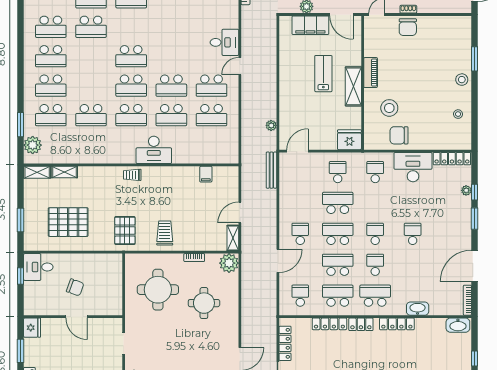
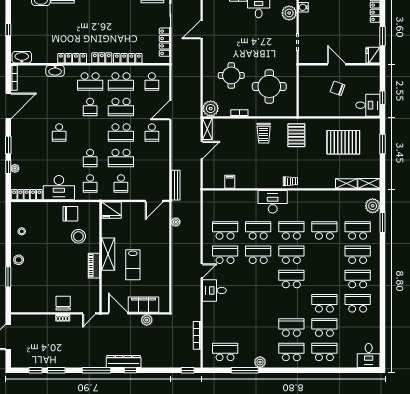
school desk: (375, 234) -> (90, 158), moved

